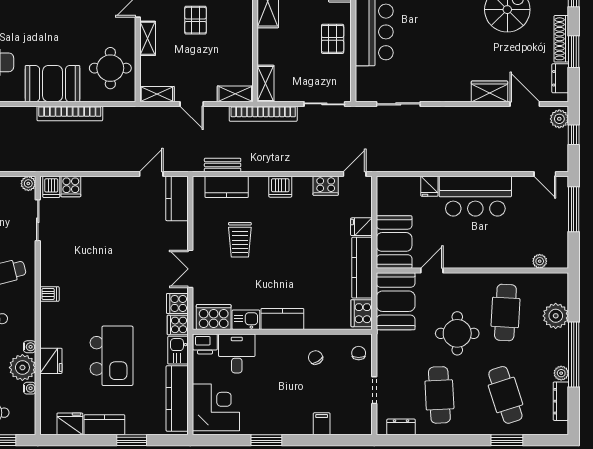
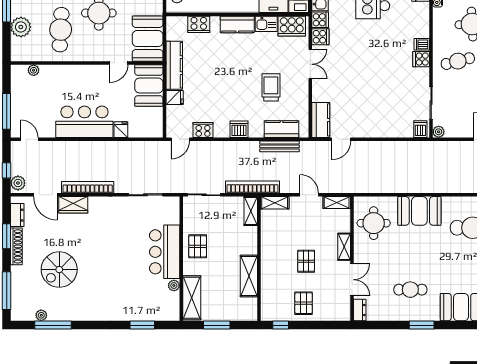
bookcase: (70, 113) -> (88, 187), moved
bench: (223, 165) -> (279, 146), width x1.36
cooker: (71, 186) -> (421, 59), moved, turned -90
cooker: (362, 313) -> (199, 24), moved, turned 90

